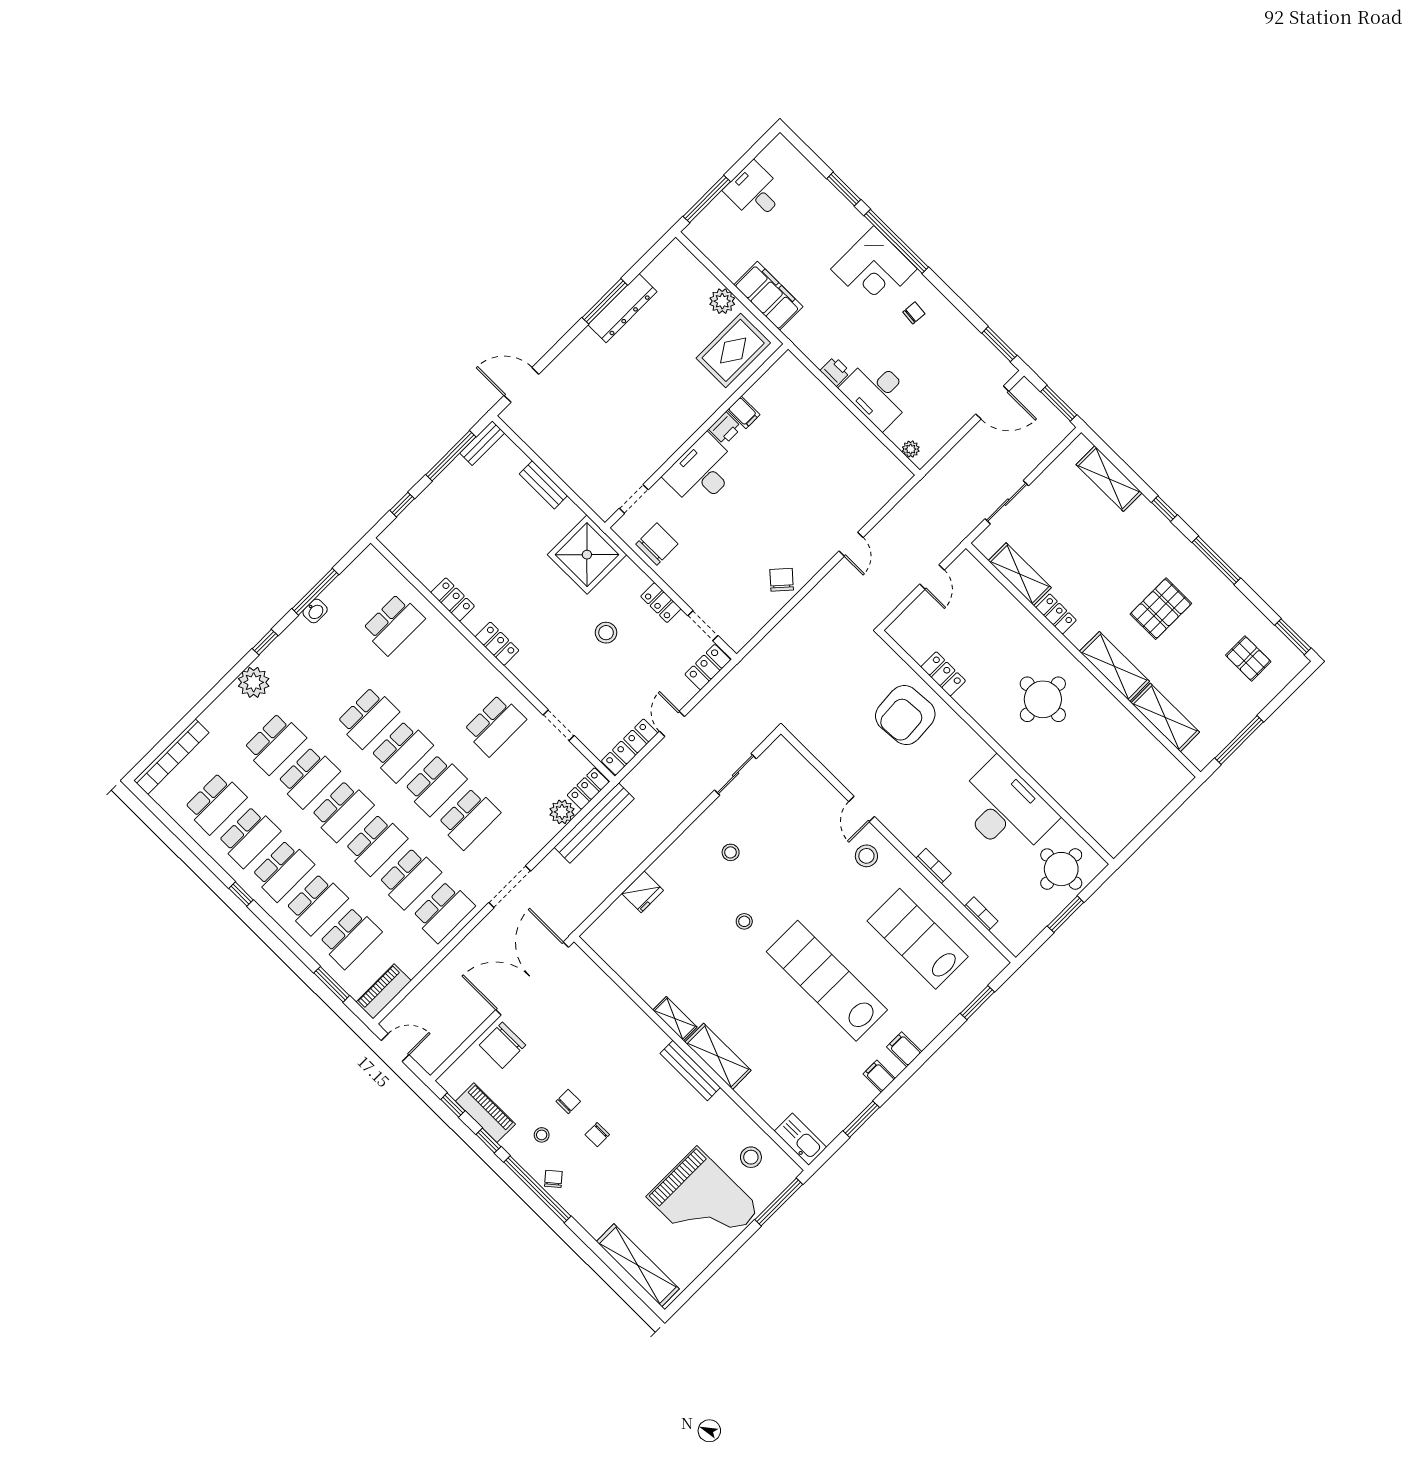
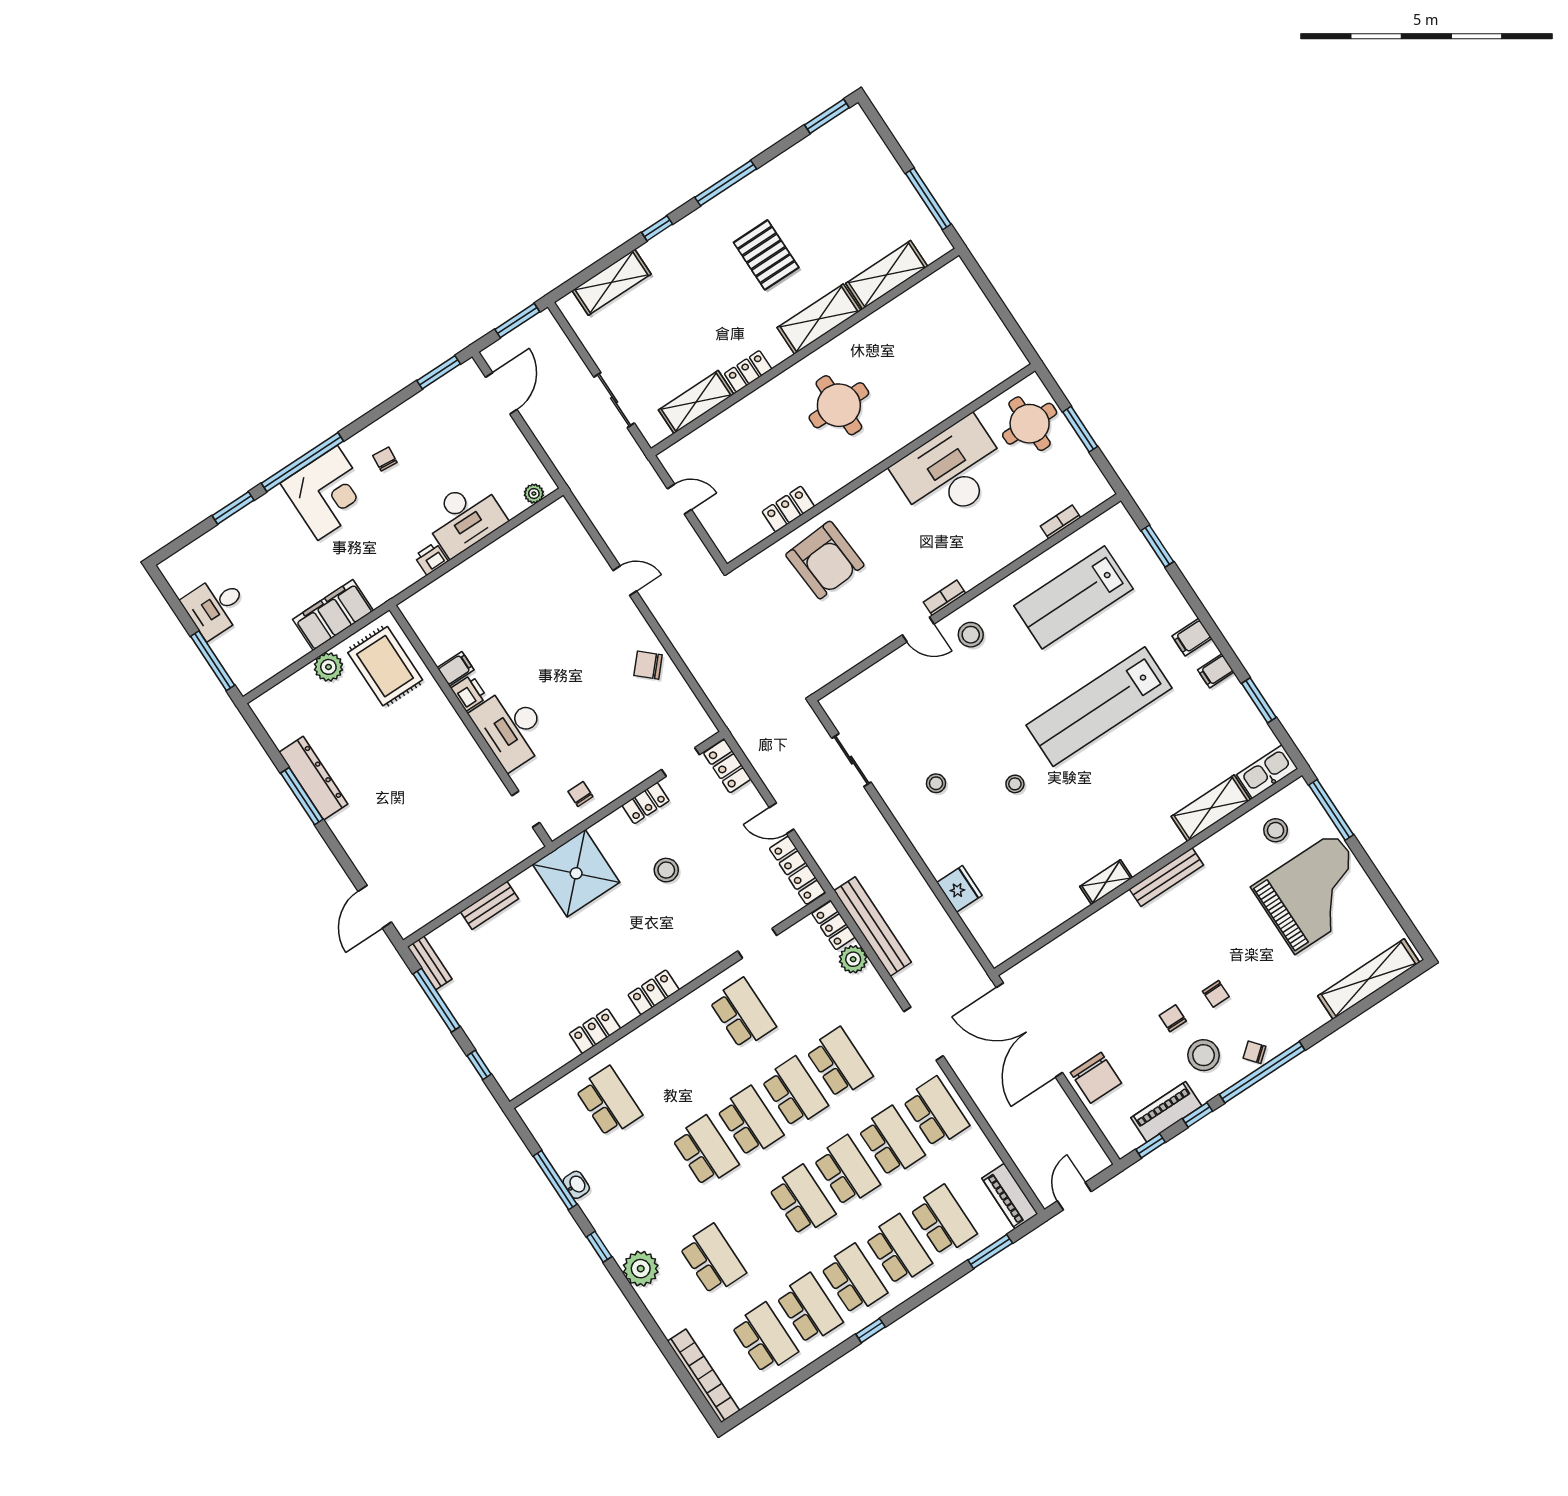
chair: (657, 544) -> (580, 794), width x0.54, depth x0.54
pallet: (1248, 658) -> (841, 170), removed
school desk: (308, 777) -> (757, 1230), removed
bookcase: (934, 866) -> (945, 598), moved
shelving: (718, 1056) -> (1211, 808), moved
stool: (542, 1135) -> (1204, 1055), width x1.89, depth x1.89

